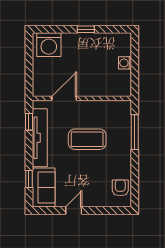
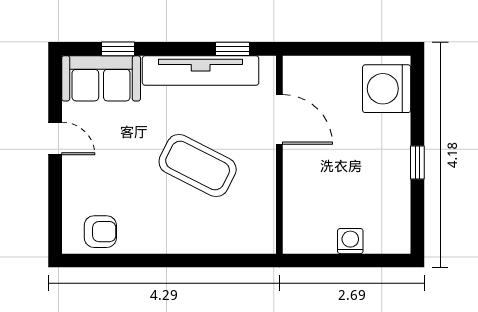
window: (135, 132) -> (212, 260), removed
coffee table: (87, 139) -> (198, 166), turned -63

